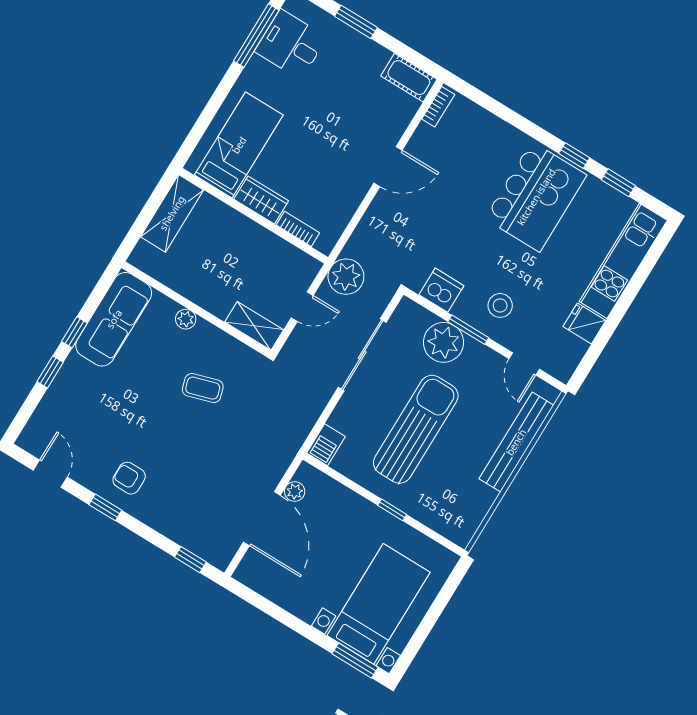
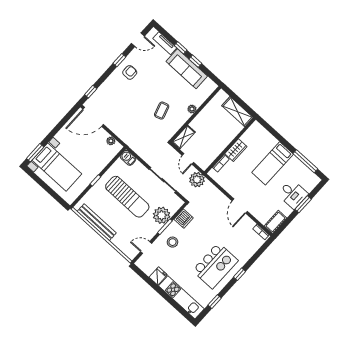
desk: (291, 44) -> (293, 194), moved, turned 90
bed: (239, 145) -> (273, 163), moved, turned 90
window: (574, 156) -> (239, 274), moved
kitchen island: (536, 197) -> (215, 266), turned -90
sofa: (114, 319) -> (187, 69), moved
tv unit: (47, 411) -> (165, 43), added
bench: (516, 442) -> (97, 222), moved
door: (262, 519) -> (93, 117), moved

